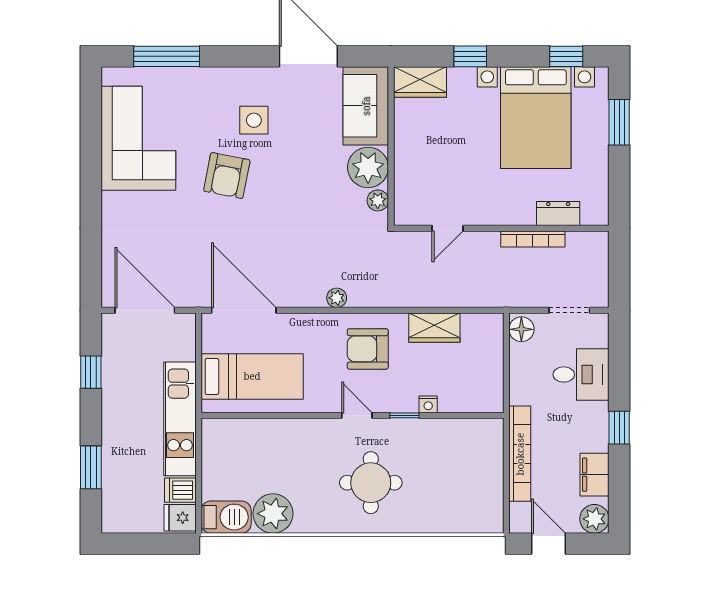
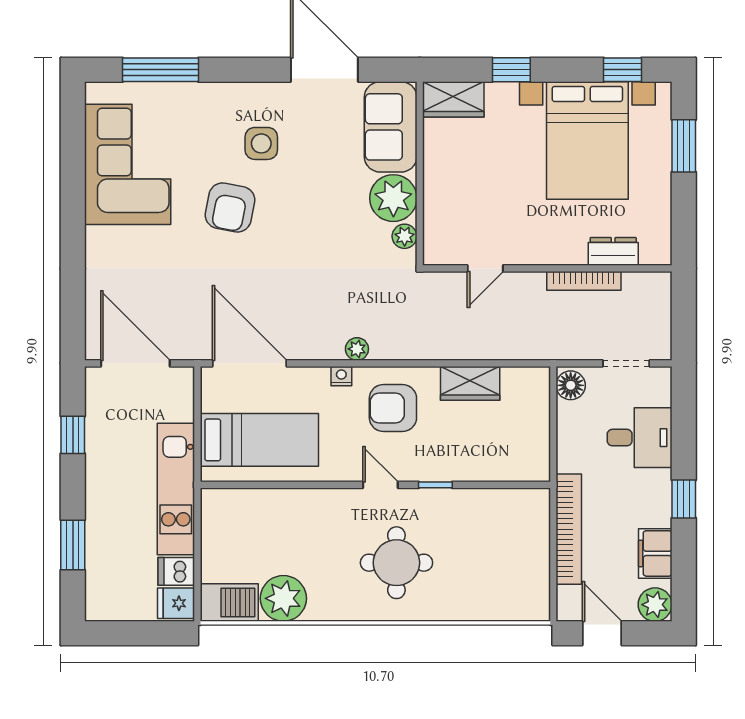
nightstand: (428, 404) -> (341, 376), moved, turned 180

